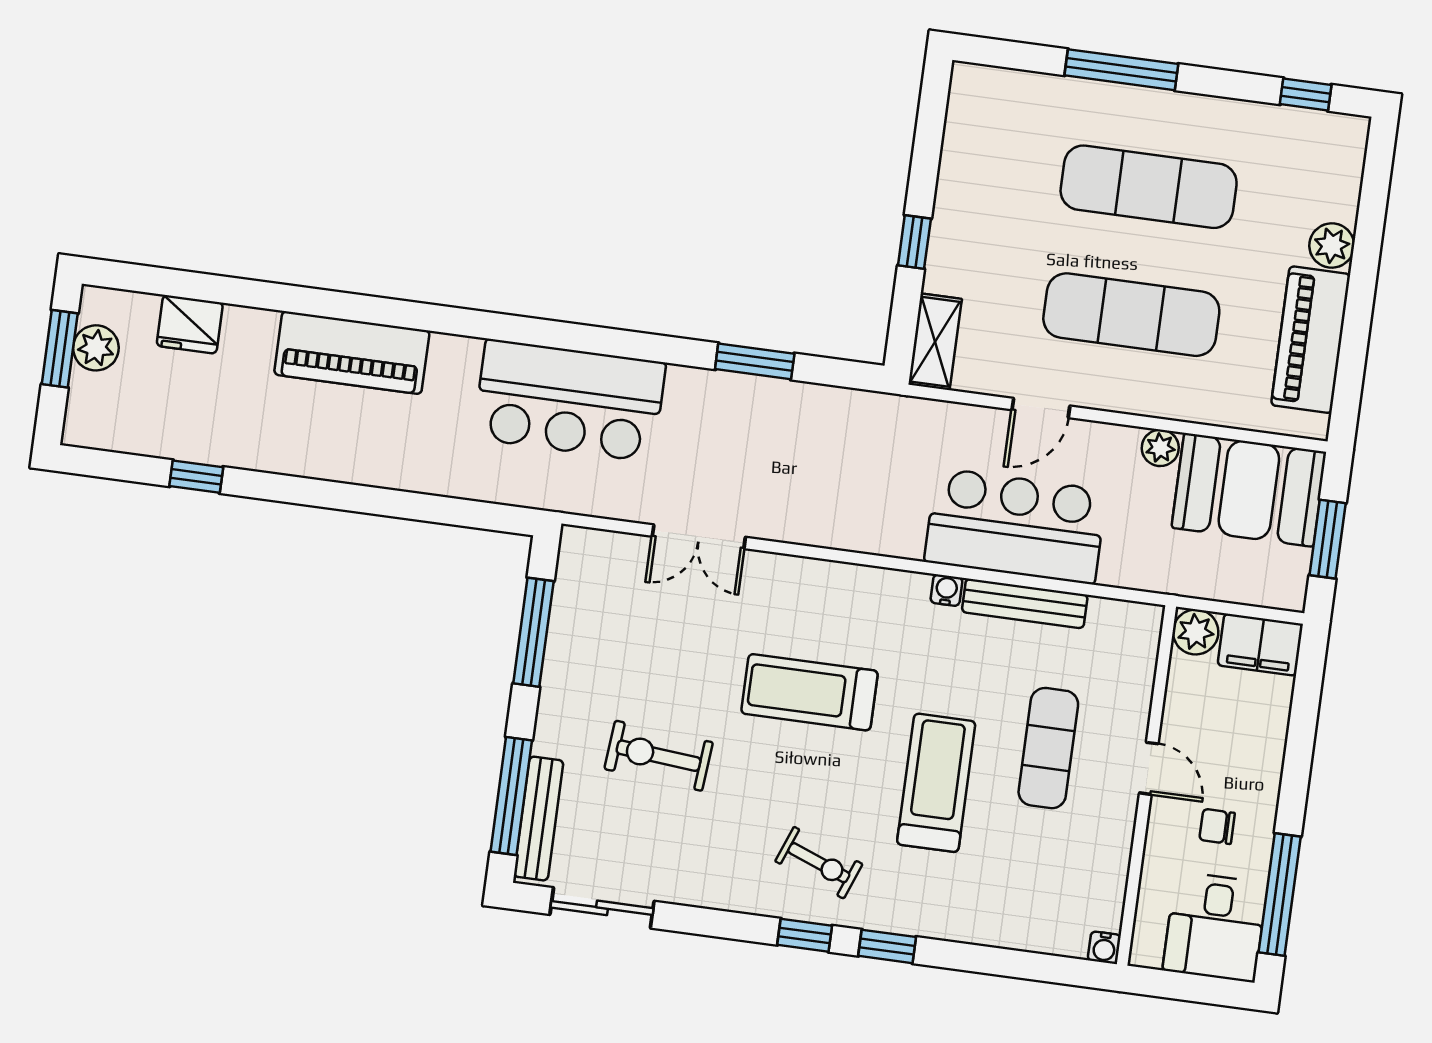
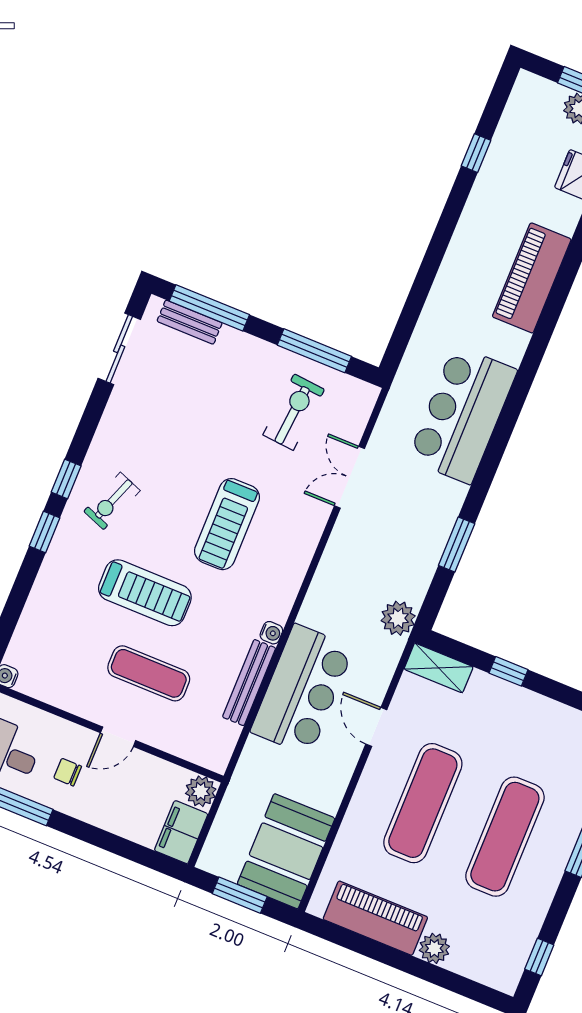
plant: (1160, 448) -> (398, 618), moved, width x1.38, depth x1.38
treadmill: (810, 692) -> (227, 524), turned 180
exercise bike: (659, 756) -> (294, 412), moved
bench: (539, 819) -> (190, 322), width x0.73
chair: (1217, 826) -> (68, 772), turned -90

